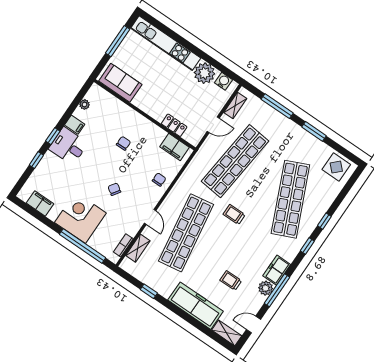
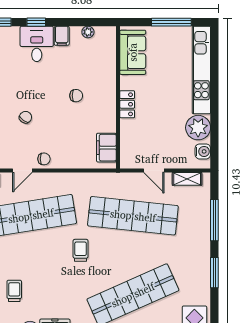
locker: (174, 125) -> (127, 104), moved
chair: (159, 180) -> (44, 159), moved

